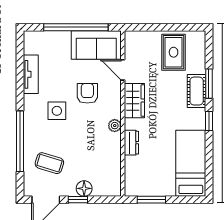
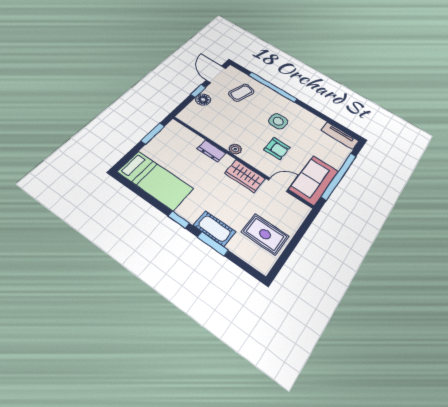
tv unit: (31, 74) -> (340, 136), moved

